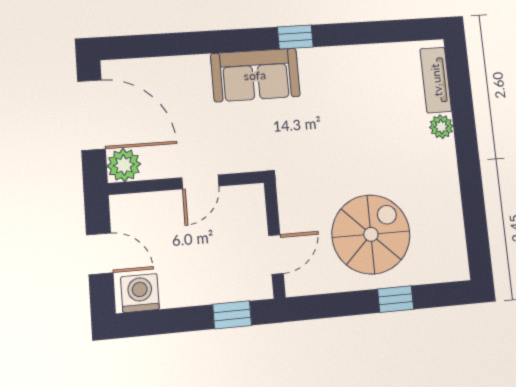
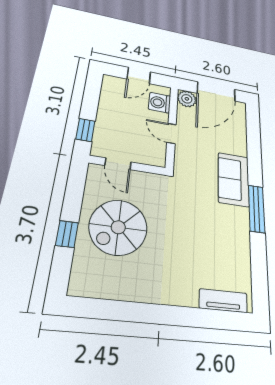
window: (295, 37) -> (257, 209), width x2.17
plant: (441, 127) -> (189, 298), removed
spiral stairs: (371, 234) -> (118, 227), turned 90
washing machine: (140, 293) -> (160, 103), moved, turned 180

